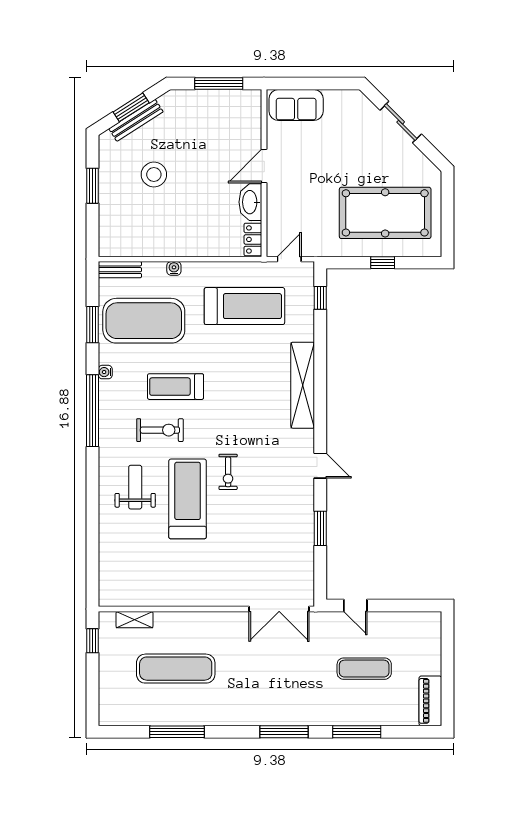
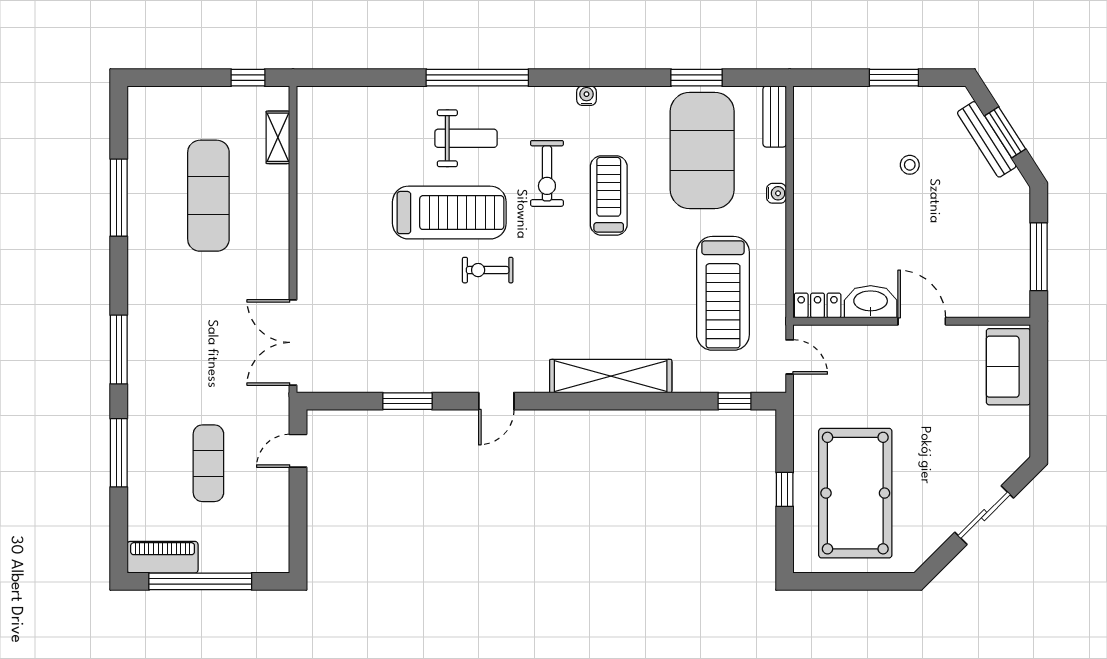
stool: (154, 175) -> (910, 165), width x0.53, depth x0.53
water cooler: (105, 372) -> (586, 96), moved
window: (92, 411) -> (477, 78), moved
window: (447, 674) -> (200, 581), added

